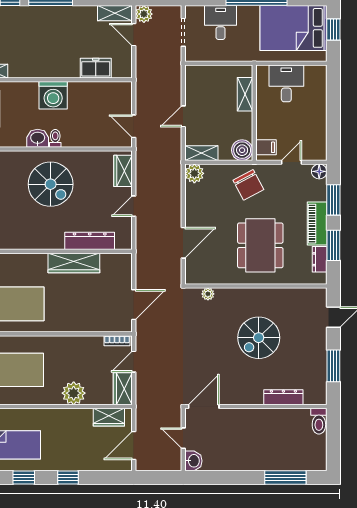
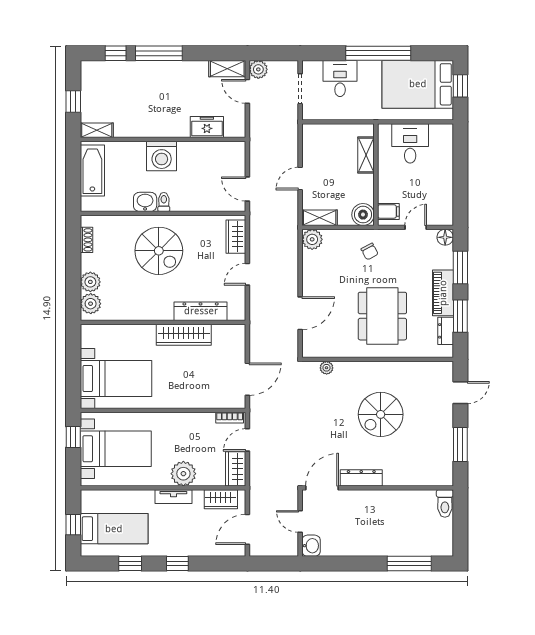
chair: (248, 185) -> (370, 252), width x0.54, depth x0.54
dresser: (283, 397) -> (361, 478), moved
tv unit: (64, 415) -> (173, 497), added

